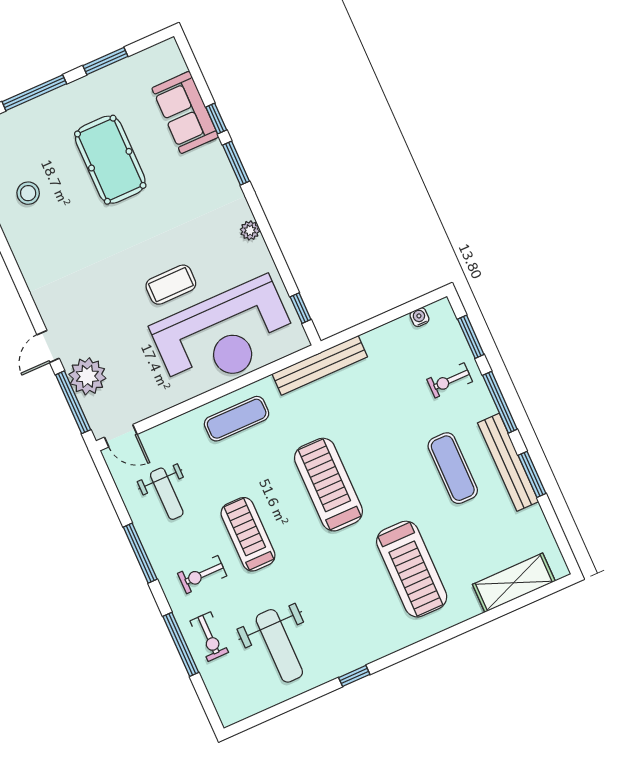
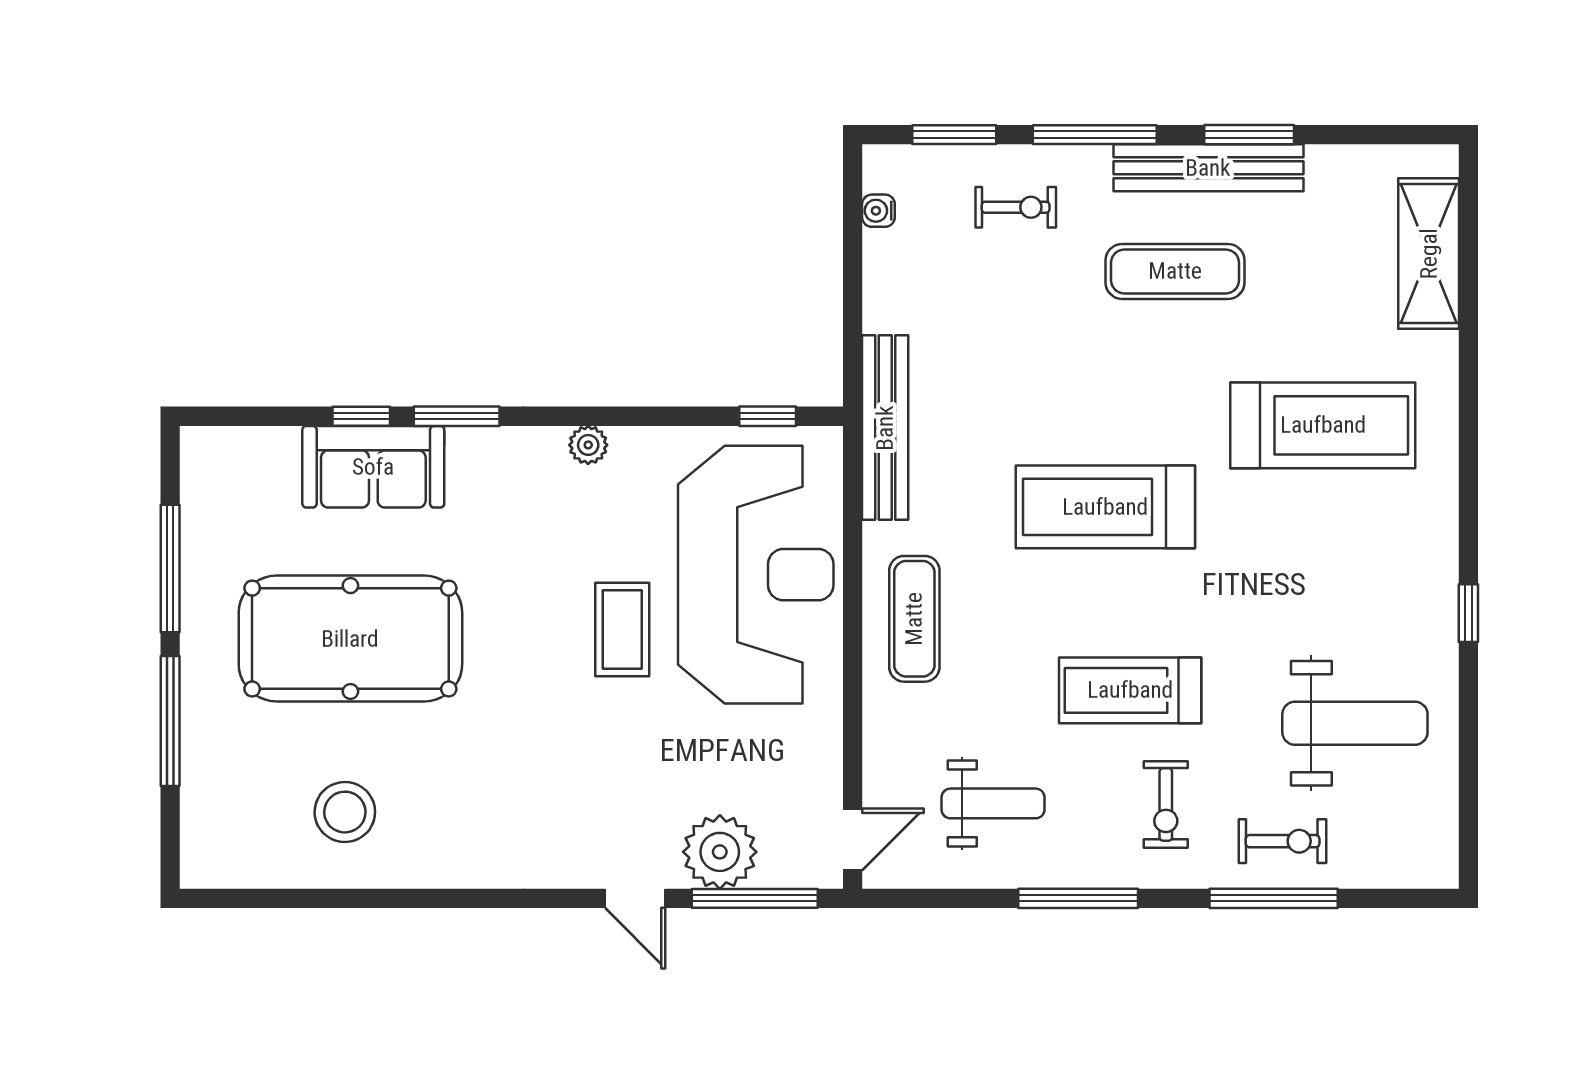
window: (105, 61) -> (170, 568), width x1.44
sofa: (185, 112) -> (373, 467), moved
pool table: (110, 160) -> (350, 639), width x1.36, depth x1.32
stool: (28, 193) -> (345, 812), width x1.38, depth x1.38
exercise bike: (450, 380) -> (1016, 207), turned -90

